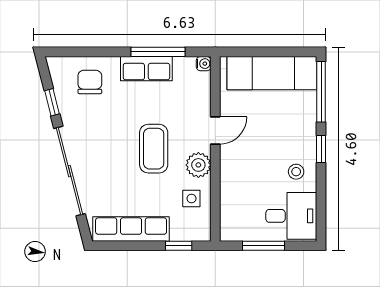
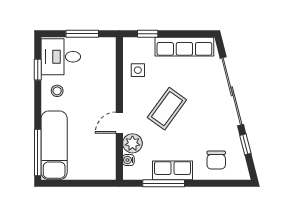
water cooler: (204, 64) -> (128, 160), moved
exam couch: (272, 73) -> (54, 145), moved, turned 90
coffee table: (154, 149) -> (167, 109), turned 36
window: (321, 149) -> (38, 70), moved
plant: (198, 165) -> (132, 143), moved

